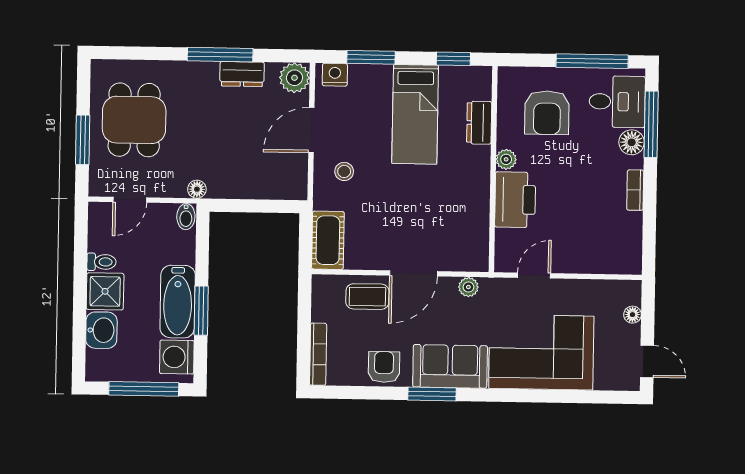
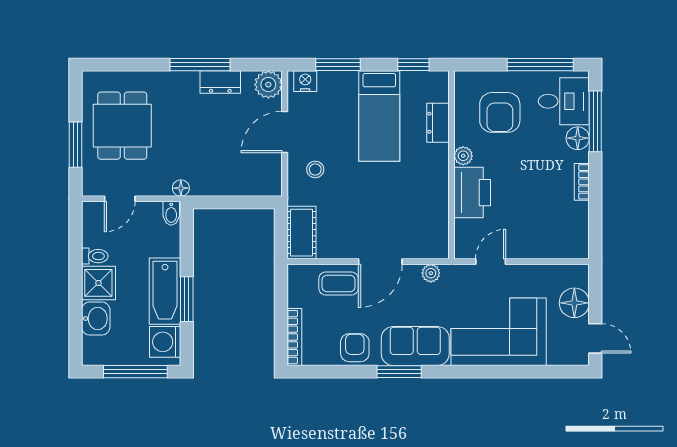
floor lamp: (632, 315) -> (574, 303), width x1.89, depth x1.89

